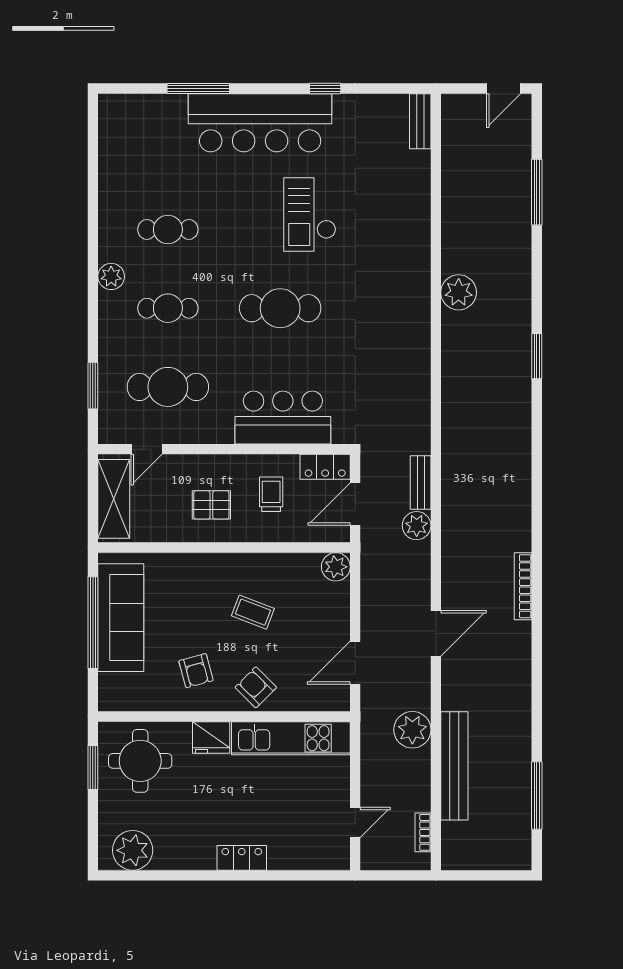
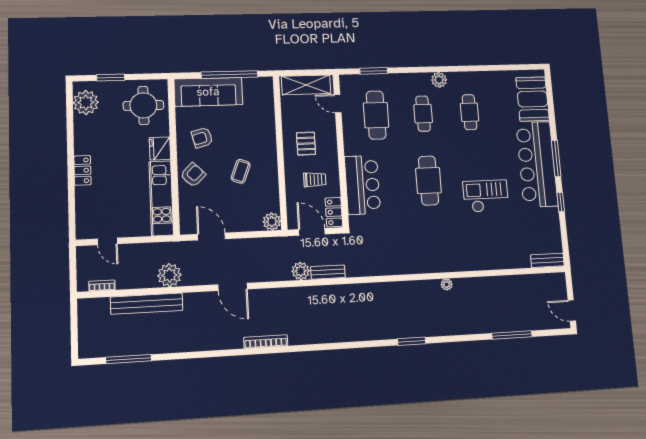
window: (198, 89) -> (556, 158), moved
booth: (149, 119) -> (533, 99), added
plant: (459, 292) -> (447, 284), width x0.53, depth x0.53
sofa: (121, 618) -> (208, 92), moved
window: (93, 768) -> (111, 78), moved

